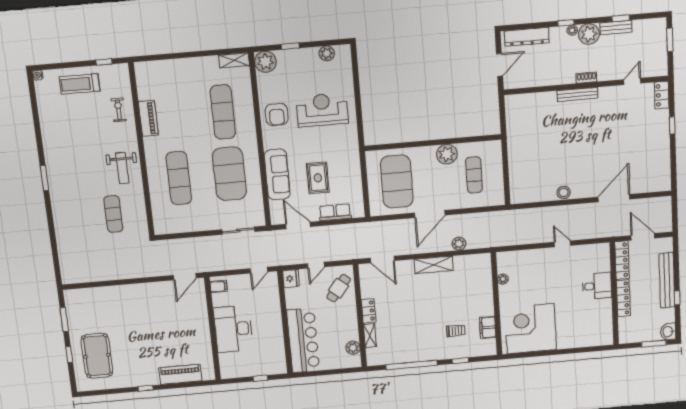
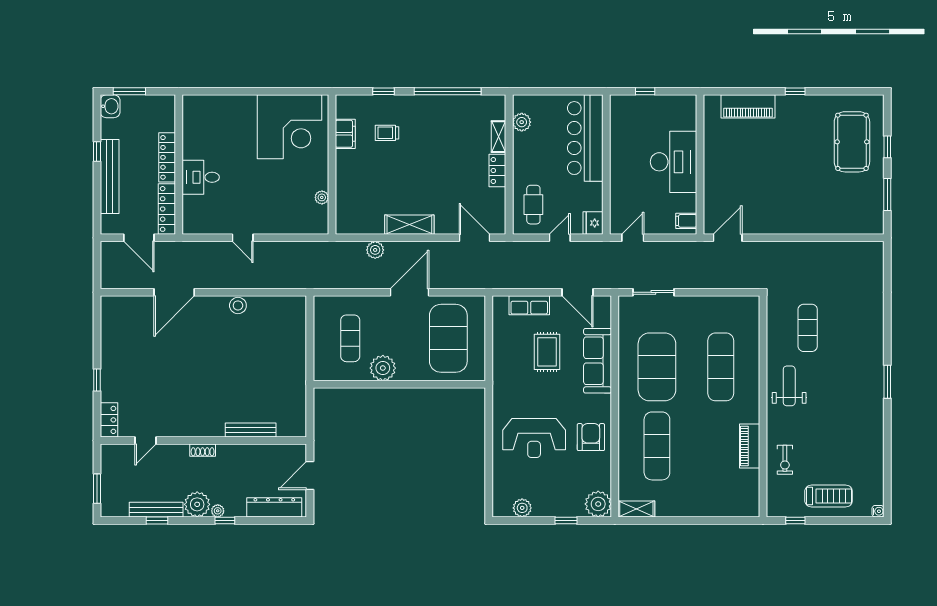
bench: (616, 27) -> (156, 510), width x1.36
bench: (578, 94) -> (251, 430), moved
cafe table: (339, 288) -> (533, 205), turned -39

